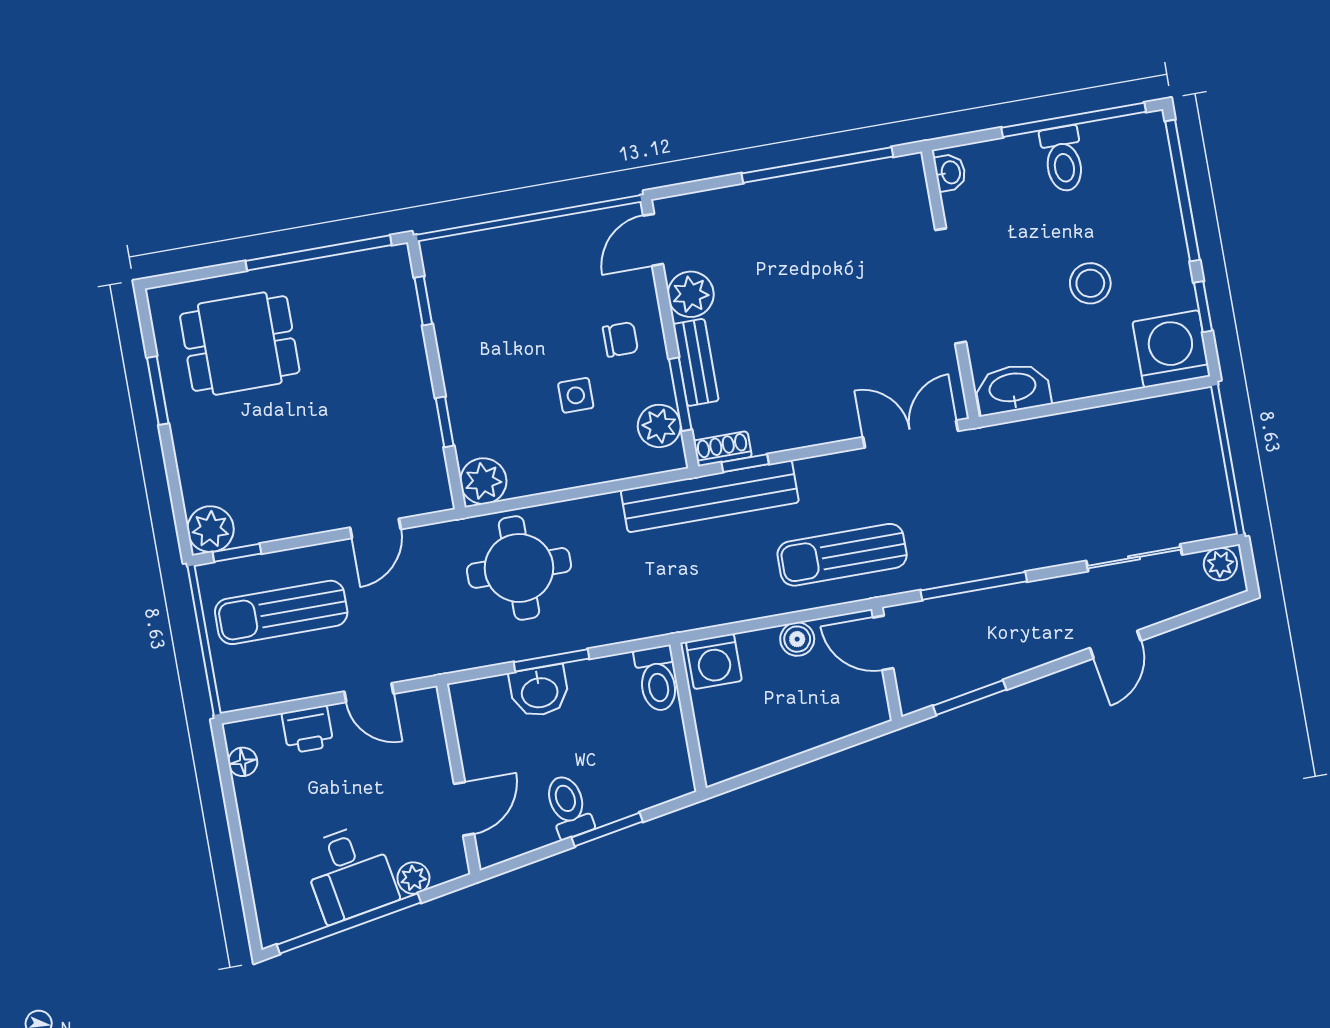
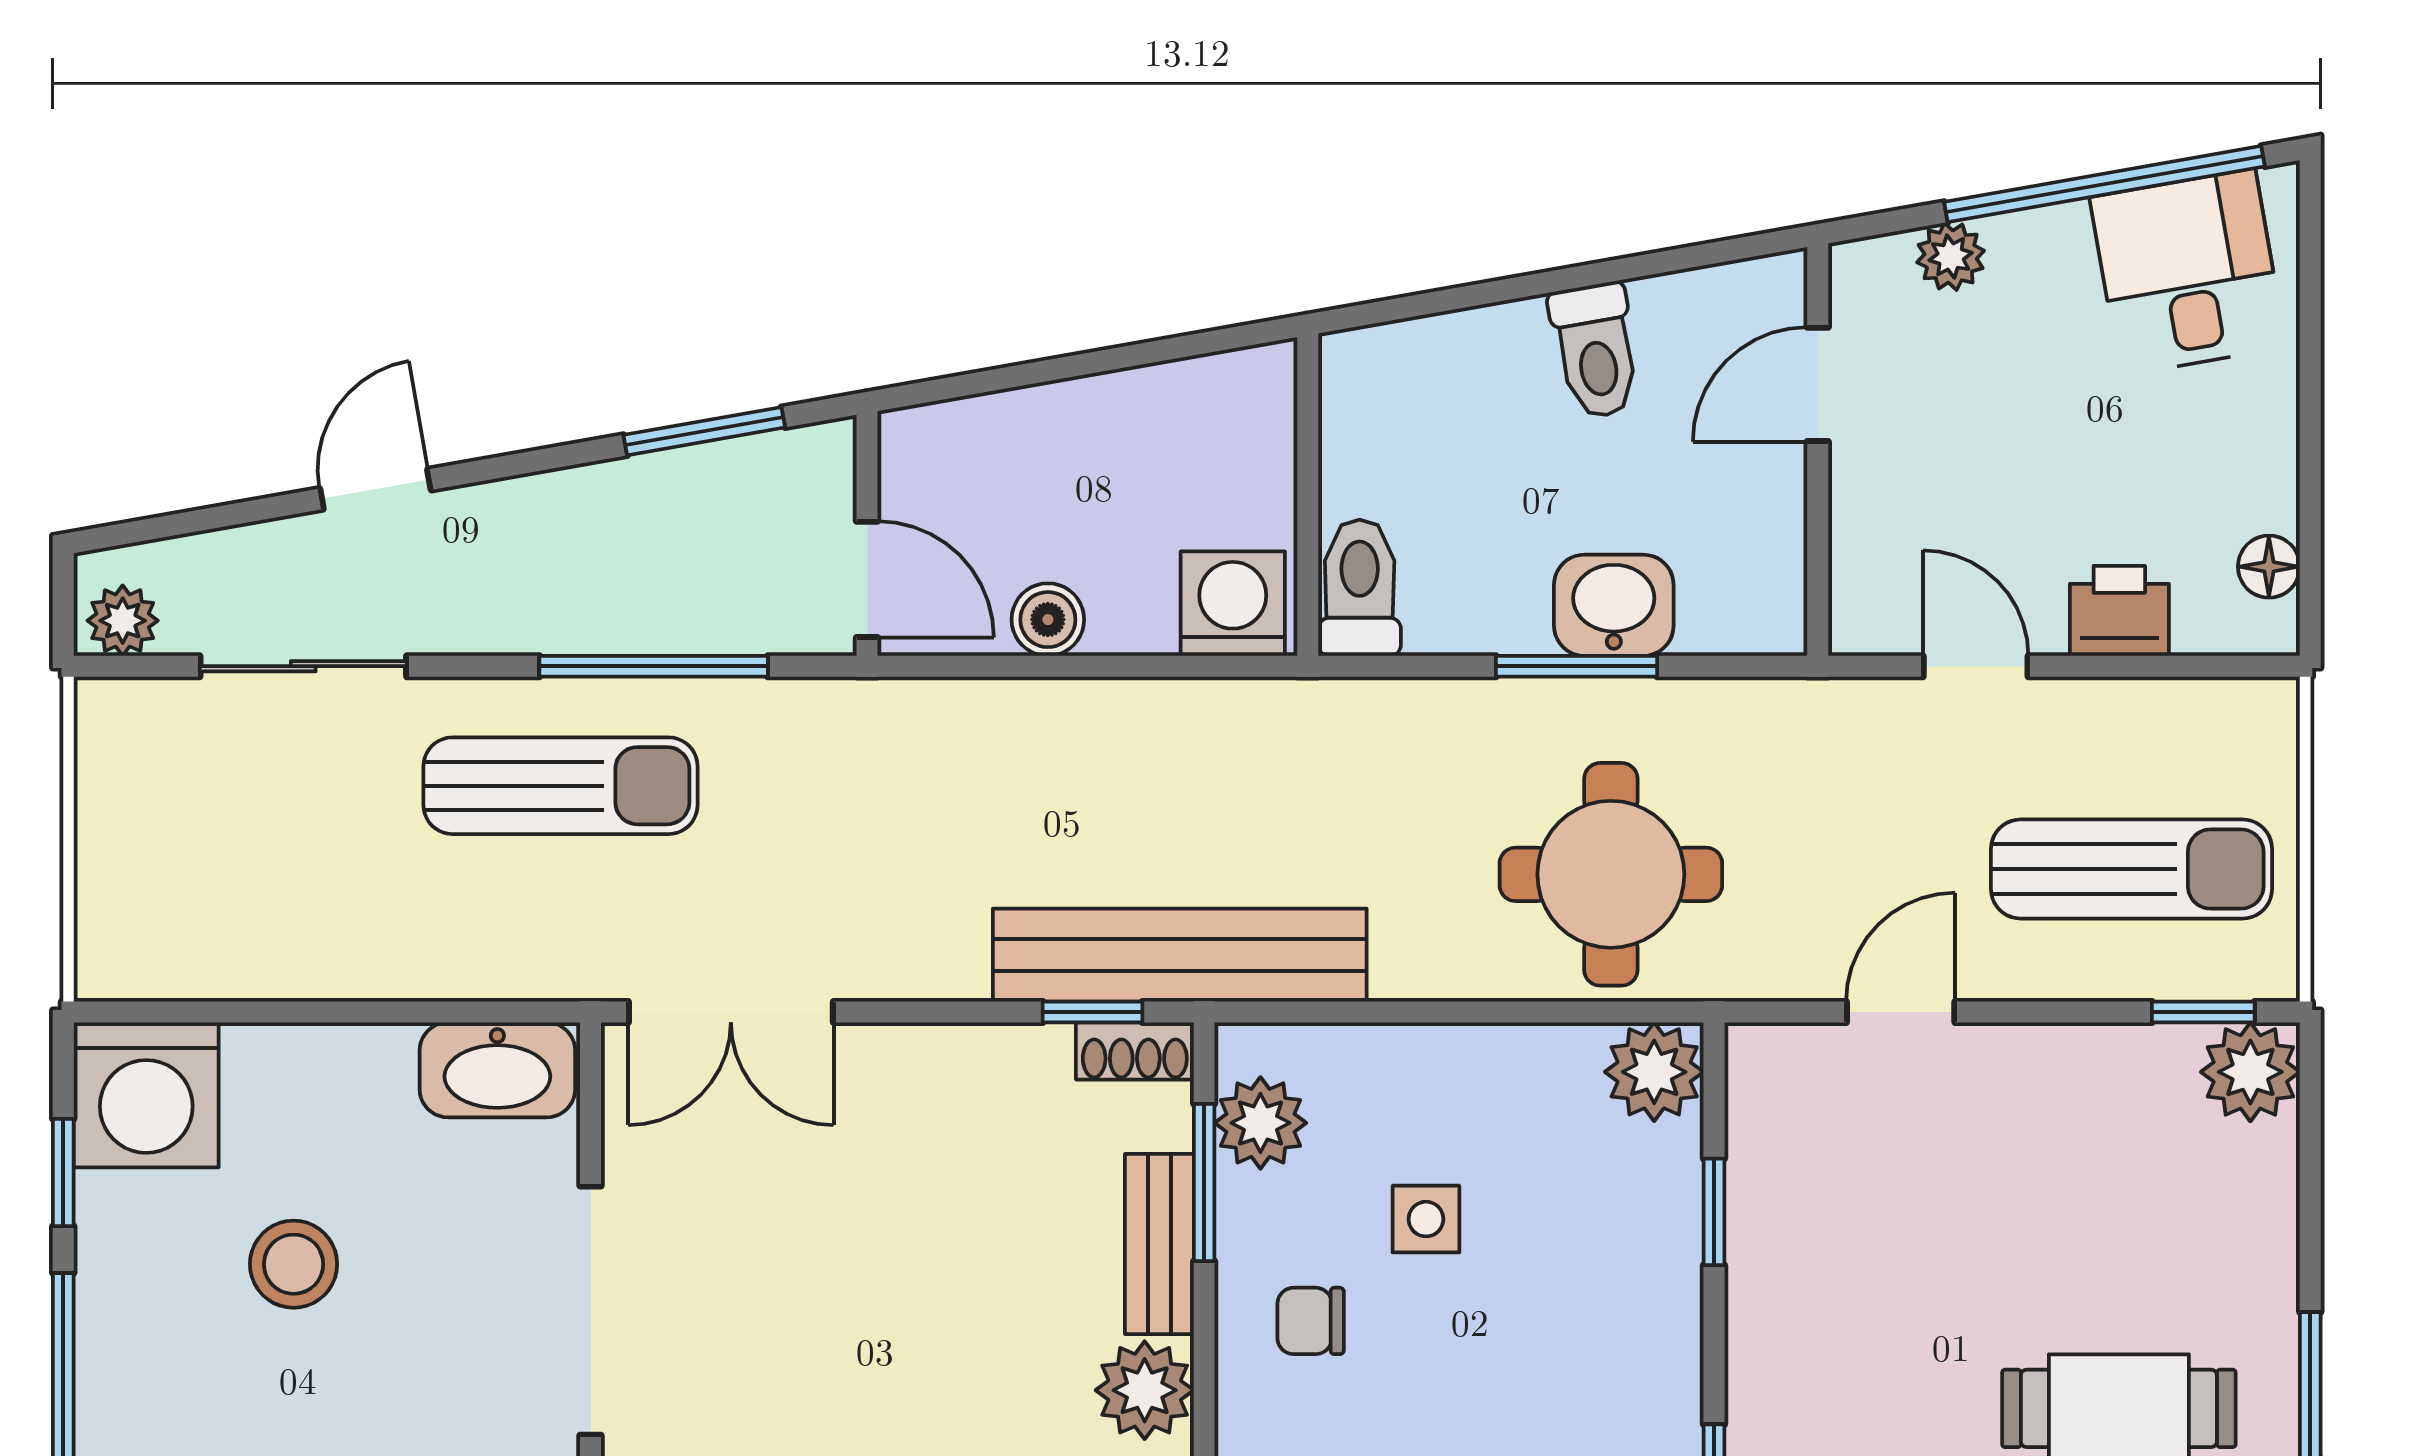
sun lounger: (842, 555) -> (561, 786), moved
window: (607, 830) -> (1522, 287), removed
desk: (350, 873) -> (2188, 272), moved

